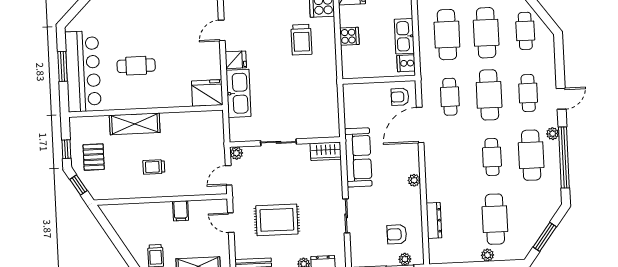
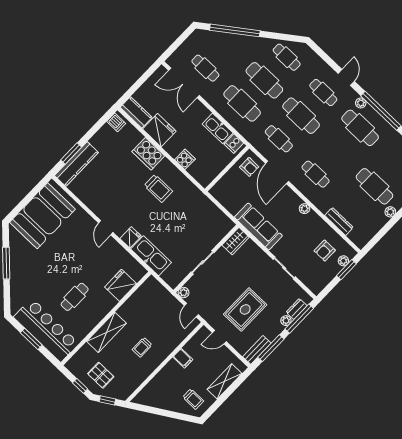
fridge: (207, 93) -> (121, 285), moved
armchair: (400, 97) -> (249, 167), turned -90
cafe table: (492, 157) -> (316, 174), moved

